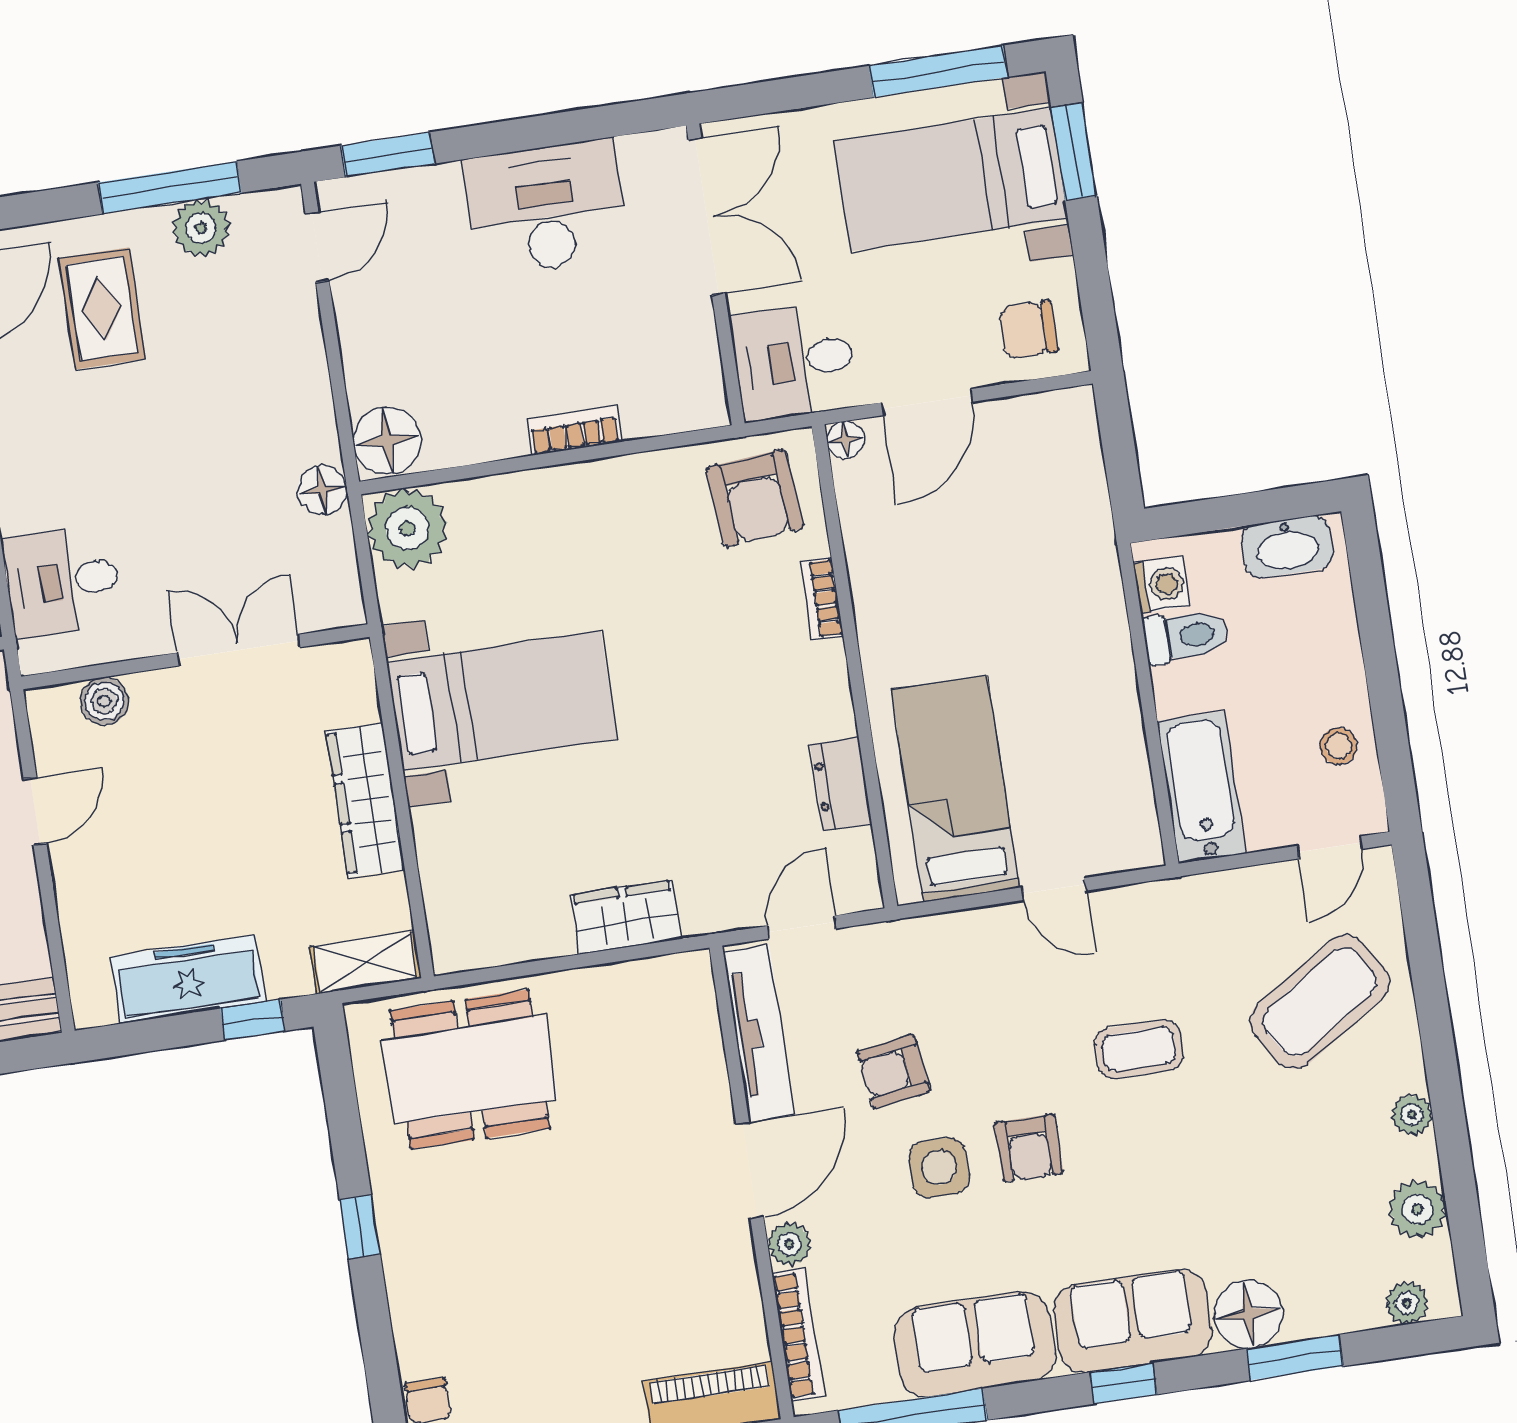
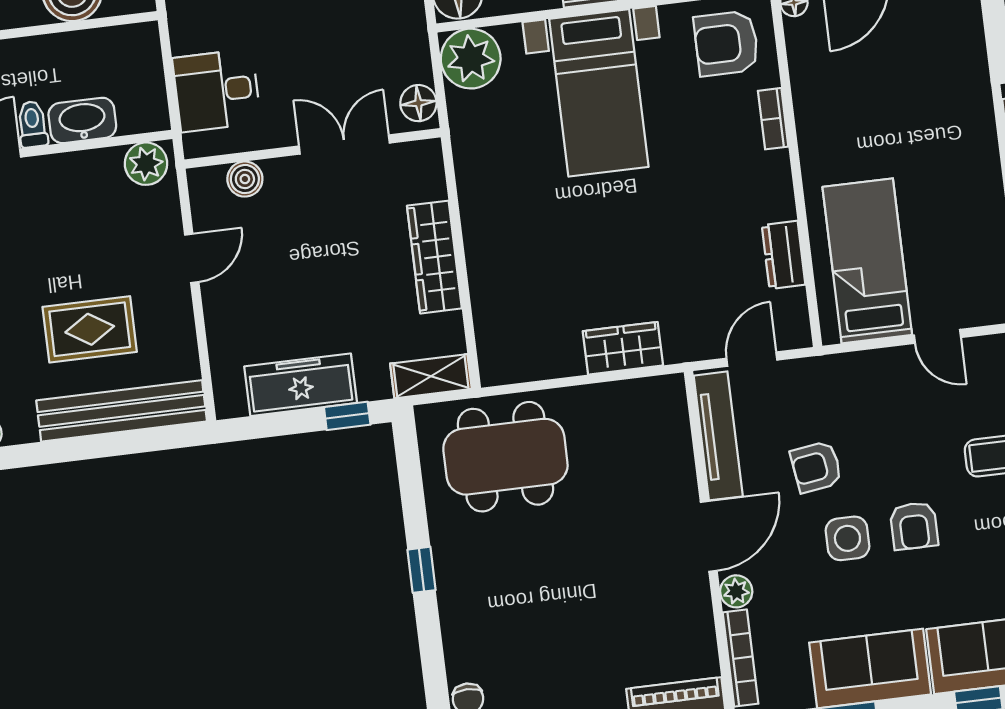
floor lamp: (323, 490) -> (418, 103), moved
armchair: (755, 498) -> (726, 43), turned 95
bed with nightstands: (502, 701) -> (599, 93), moved, turned 90

